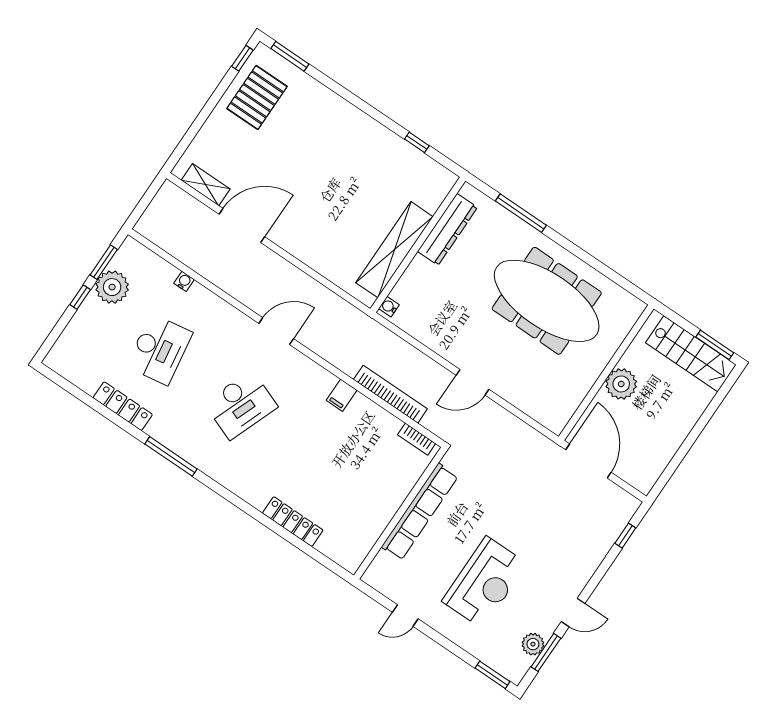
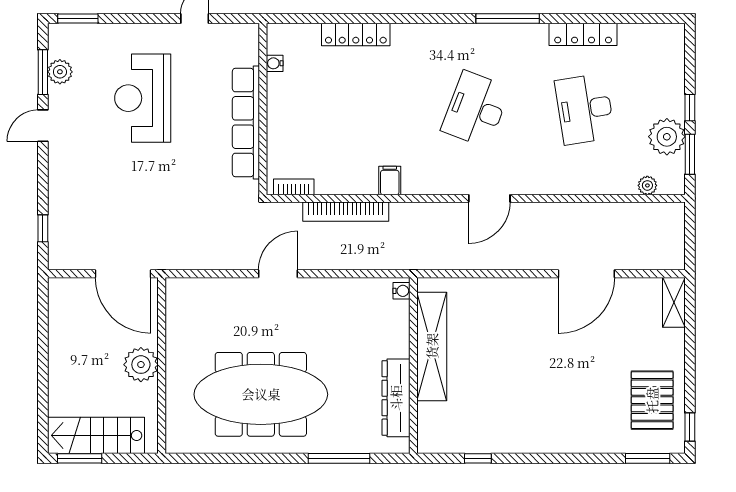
shelving: (206, 185) -> (674, 302), moved, turned 90
plant: (151, 260) -> (647, 185), added
water cooler: (184, 281) -> (275, 63), moved, turned 90

